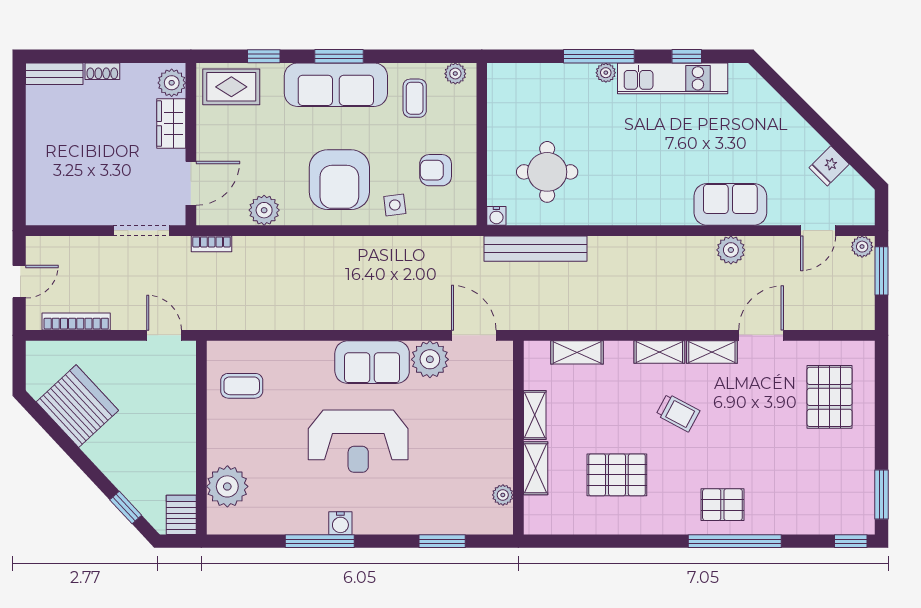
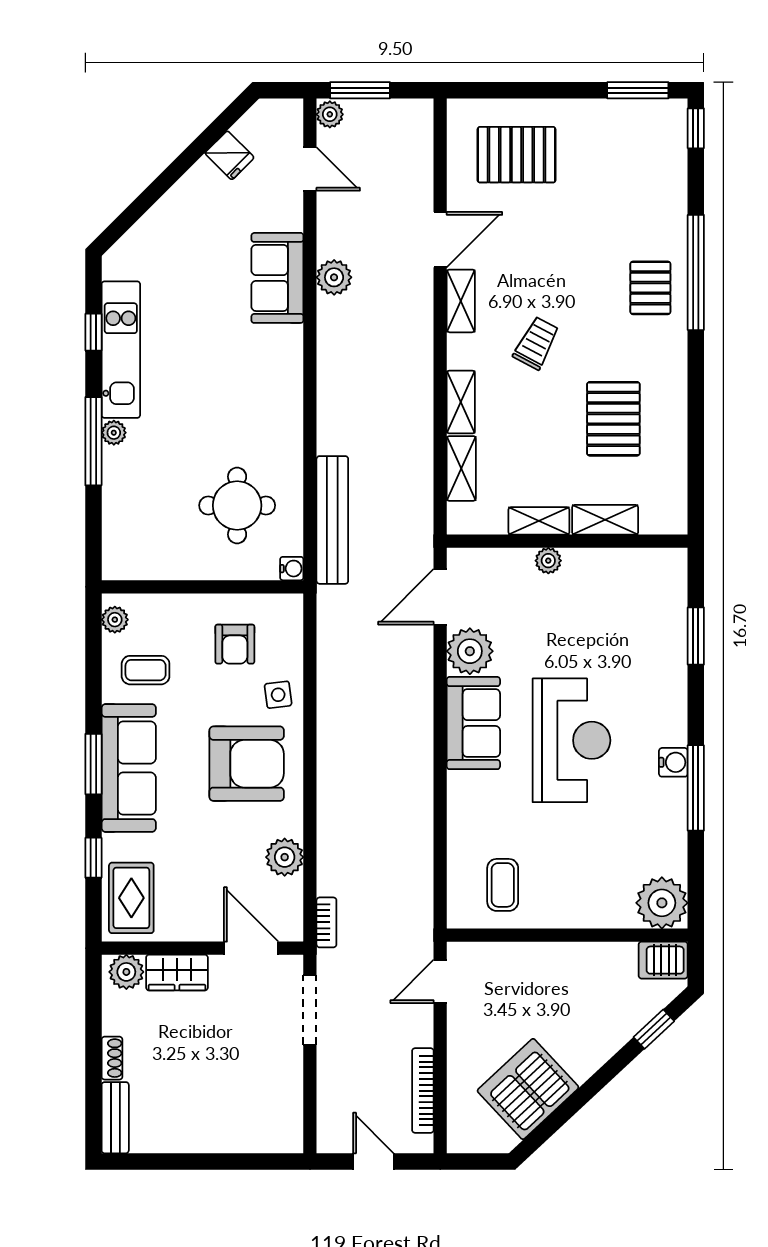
door: (761, 335) -> (440, 240), swing flipped
shelving: (659, 352) -> (461, 402), moved
plant: (227, 486) -> (662, 903), moved
plant: (503, 495) -> (548, 561), moved

